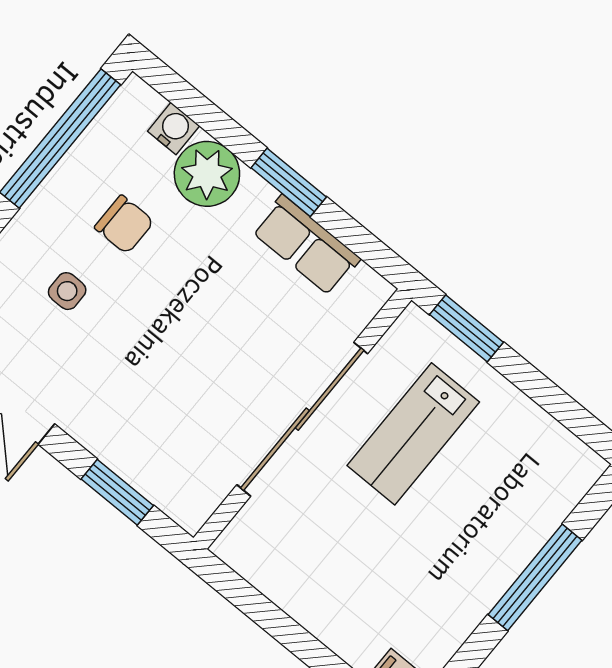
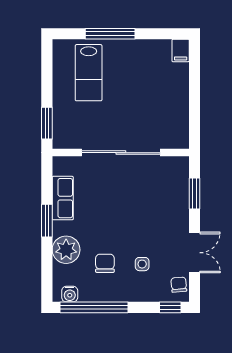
water cooler: (174, 128) -> (70, 294), moved, turned -90
lab bench: (413, 434) -> (89, 73), moved, turned 90

